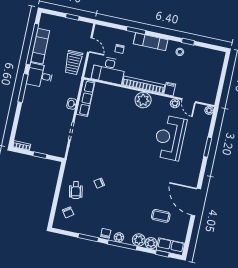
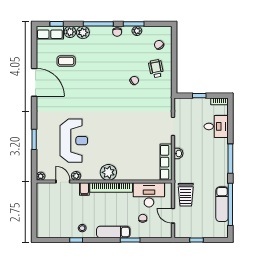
trolley: (73, 63) -> (186, 195), turned 180
desk: (40, 76) -> (216, 126), moved
plant: (119, 237) -> (137, 31), moved

